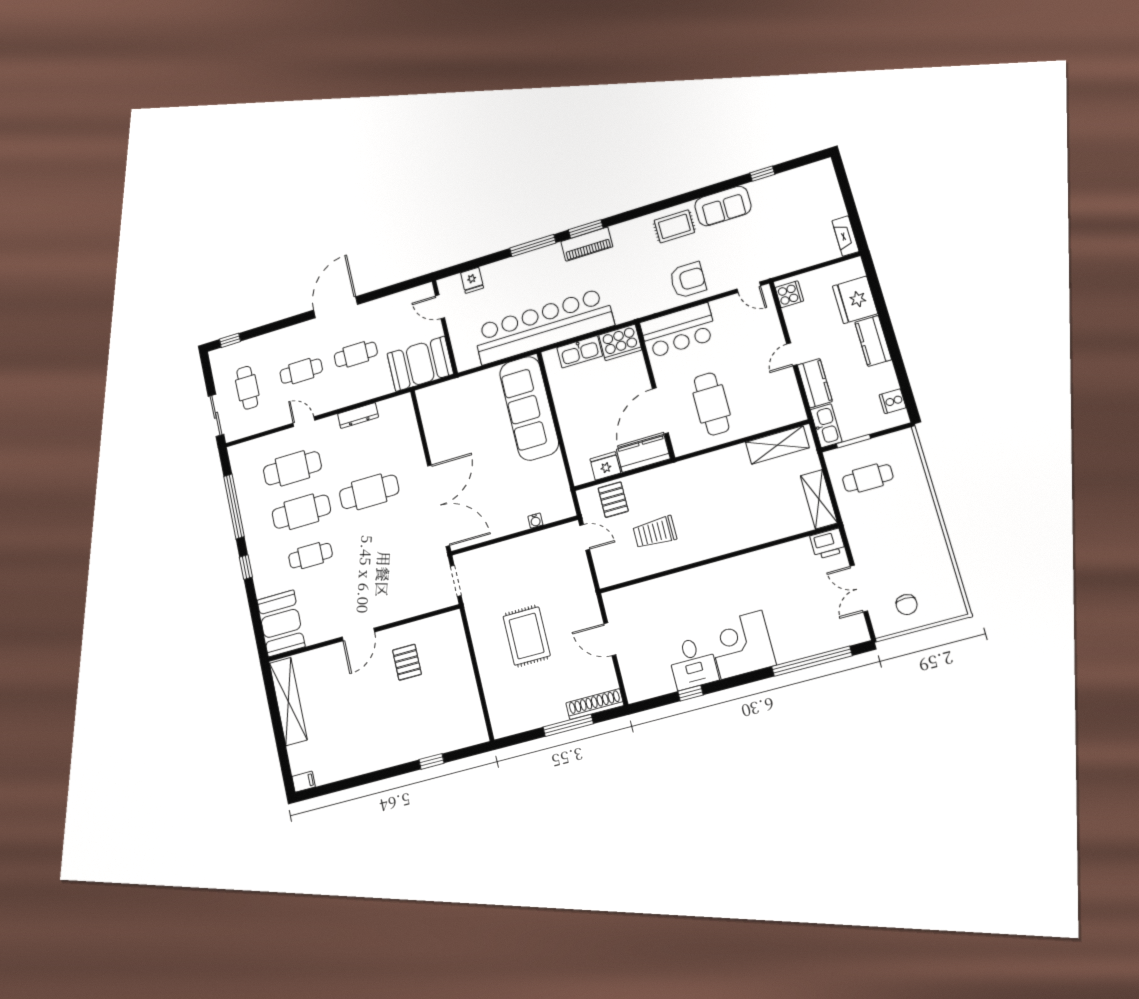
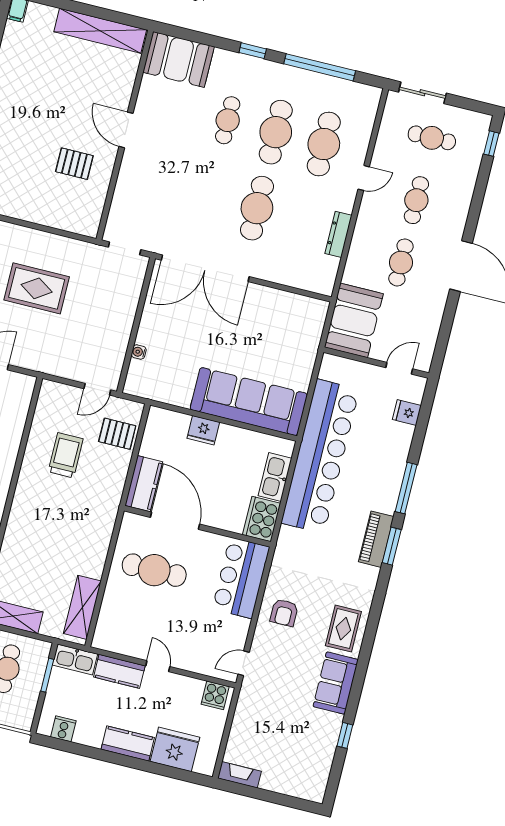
armchair: (688, 280) -> (284, 613), width x0.72, depth x0.72
fridge: (605, 466) -> (203, 430), moved, turned 90

